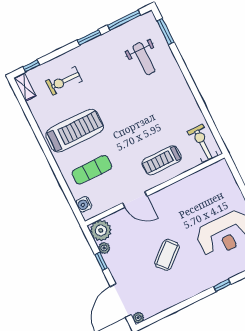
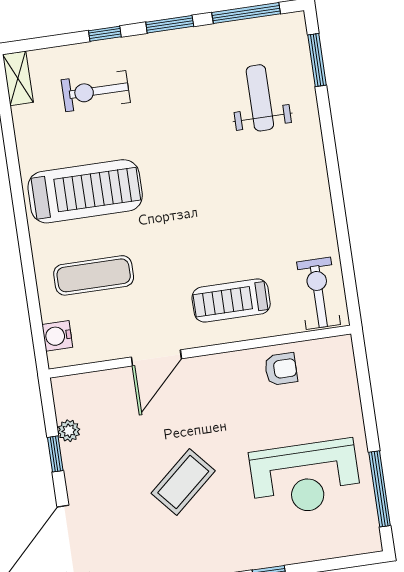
weight bench: (144, 59) -> (260, 98), turned 180
window: (31, 66) -> (105, 34), moved
armchair: (196, 185) -> (281, 369), added
door: (135, 200) -> (156, 358), hinge flipped
plant: (101, 230) -> (73, 395), removed

